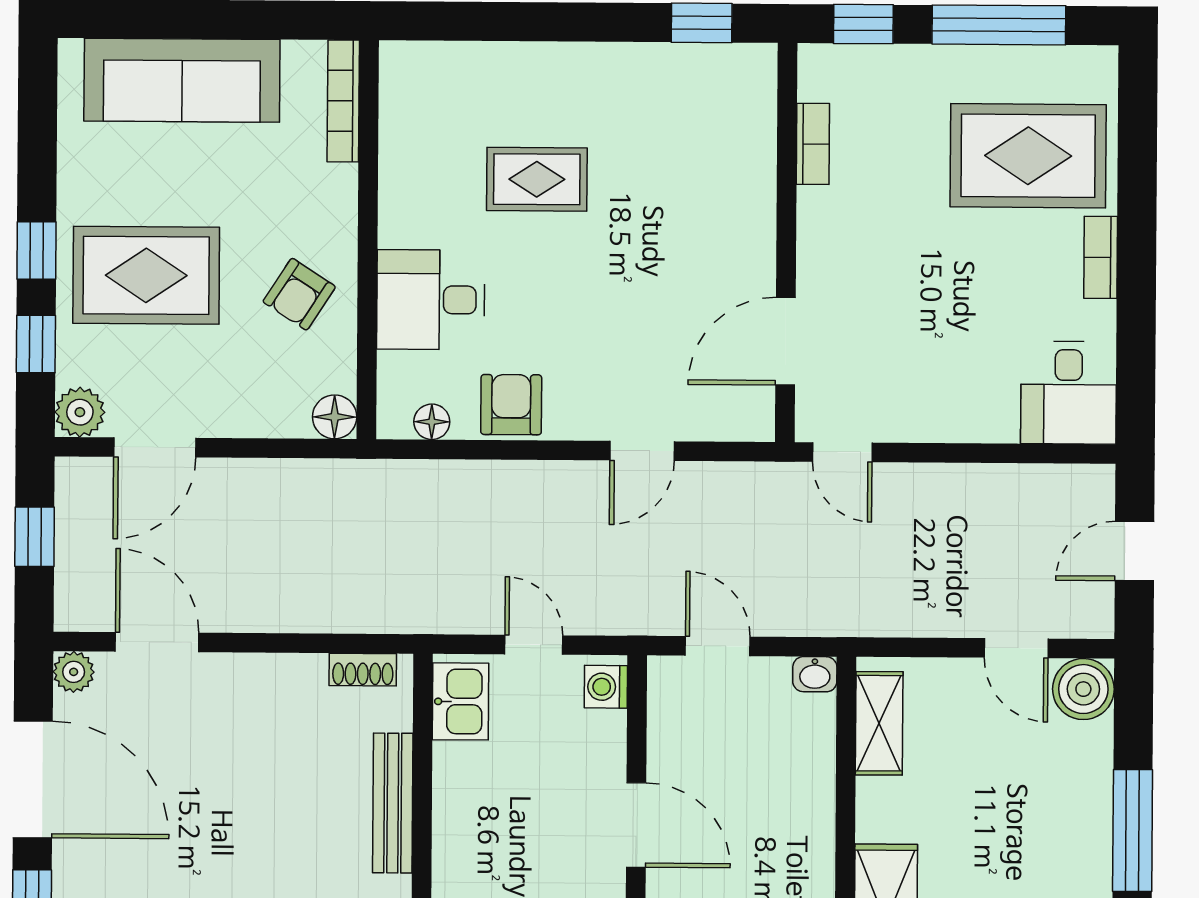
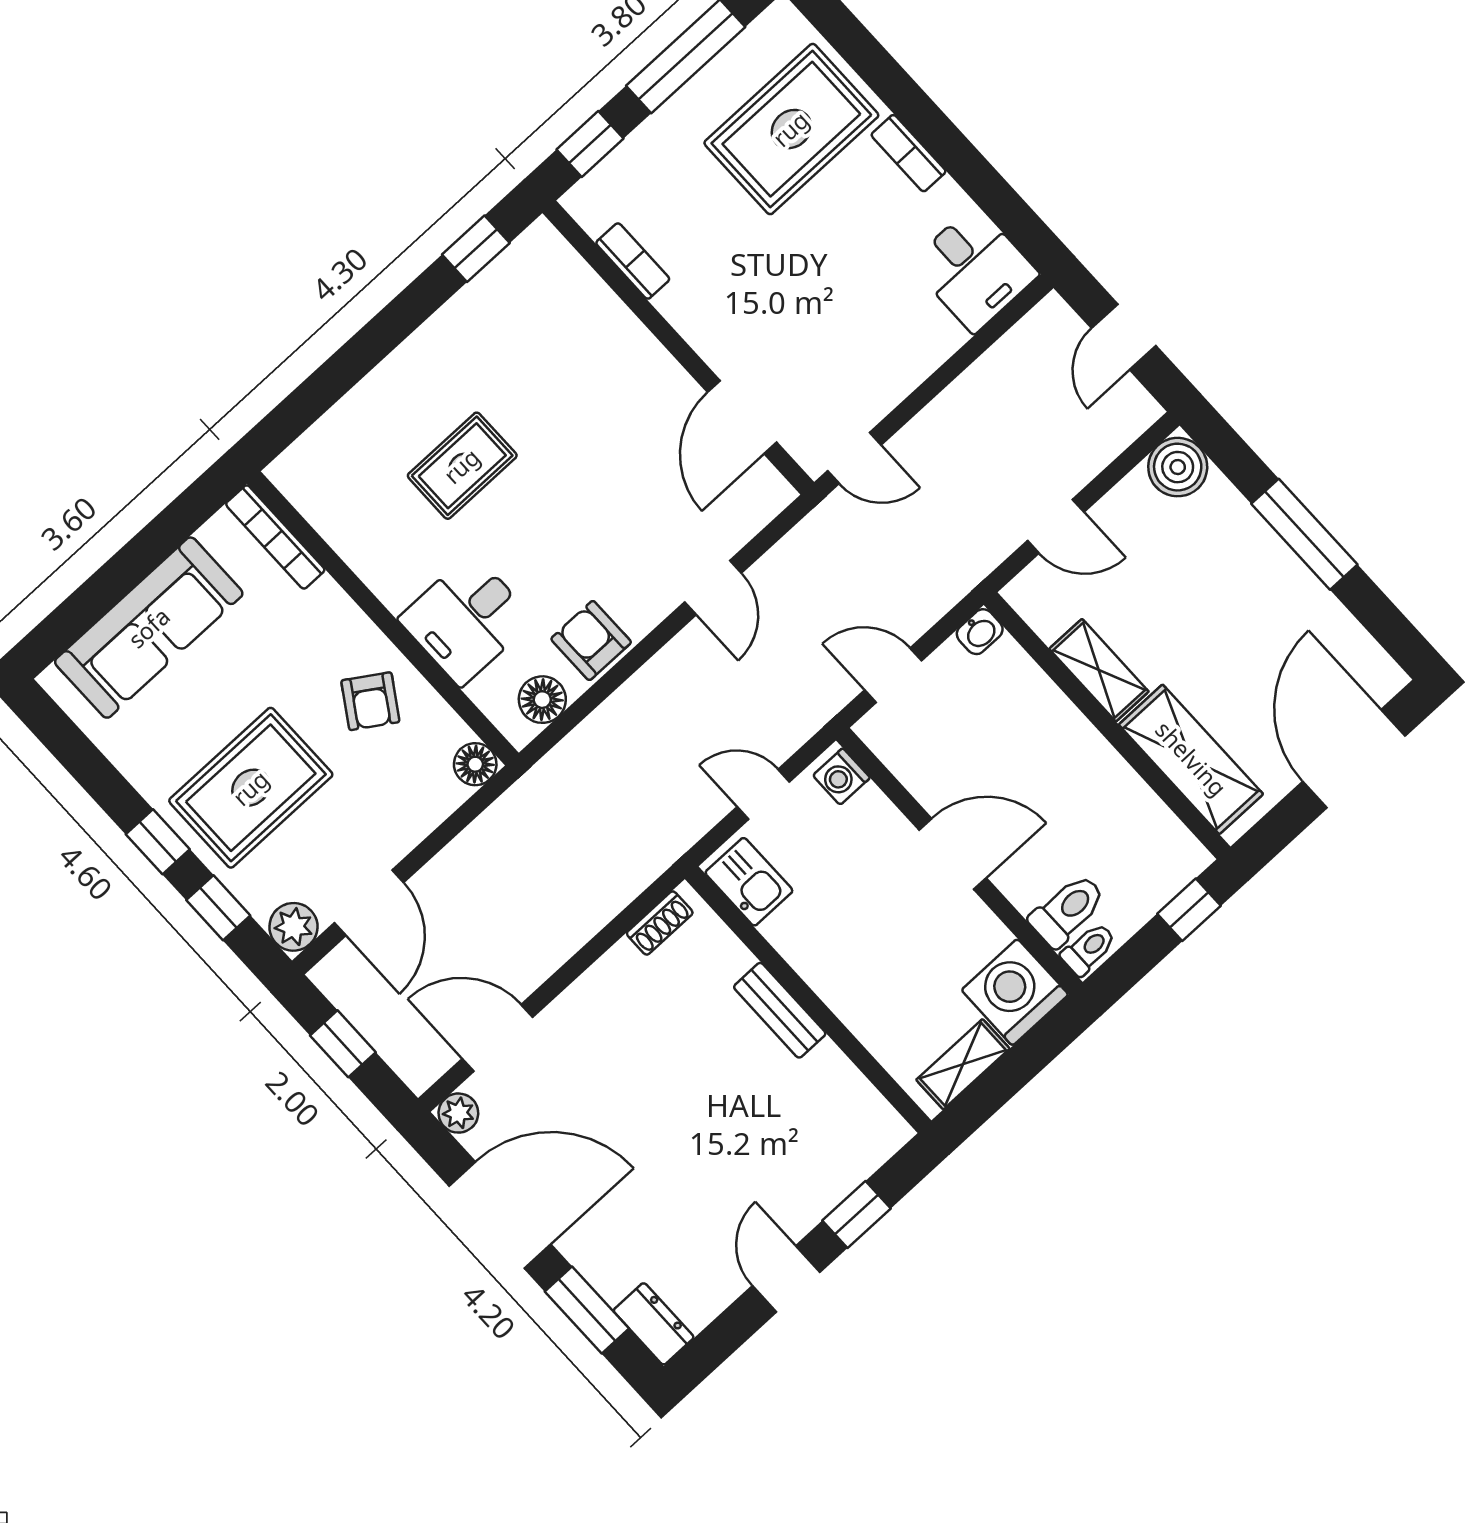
floor lamp: (432, 422) -> (542, 700), width x1.37, depth x1.37
door: (1016, 648) -> (1056, 526), moved
shelving: (879, 723) -> (1099, 670), moved
bench: (393, 803) -> (780, 1010), width x0.73

